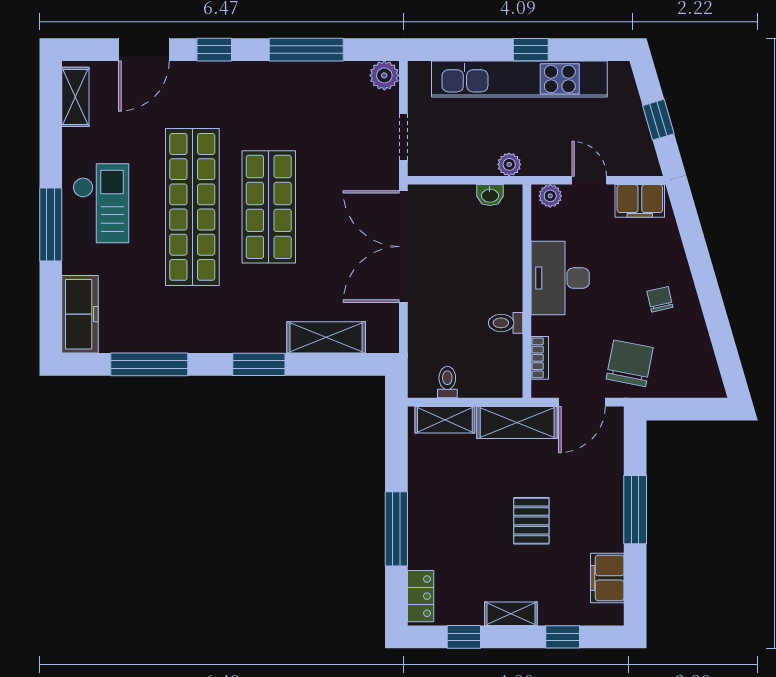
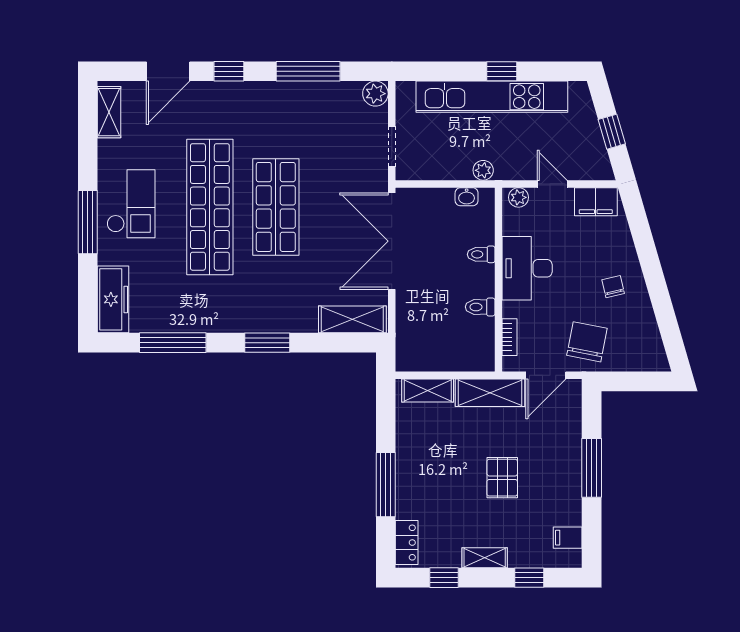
shelving: (326, 337) -> (352, 319), moved
toilet: (447, 382) -> (481, 254), moved, turned -90
filing cabinet: (607, 578) -> (568, 538), width x0.50

